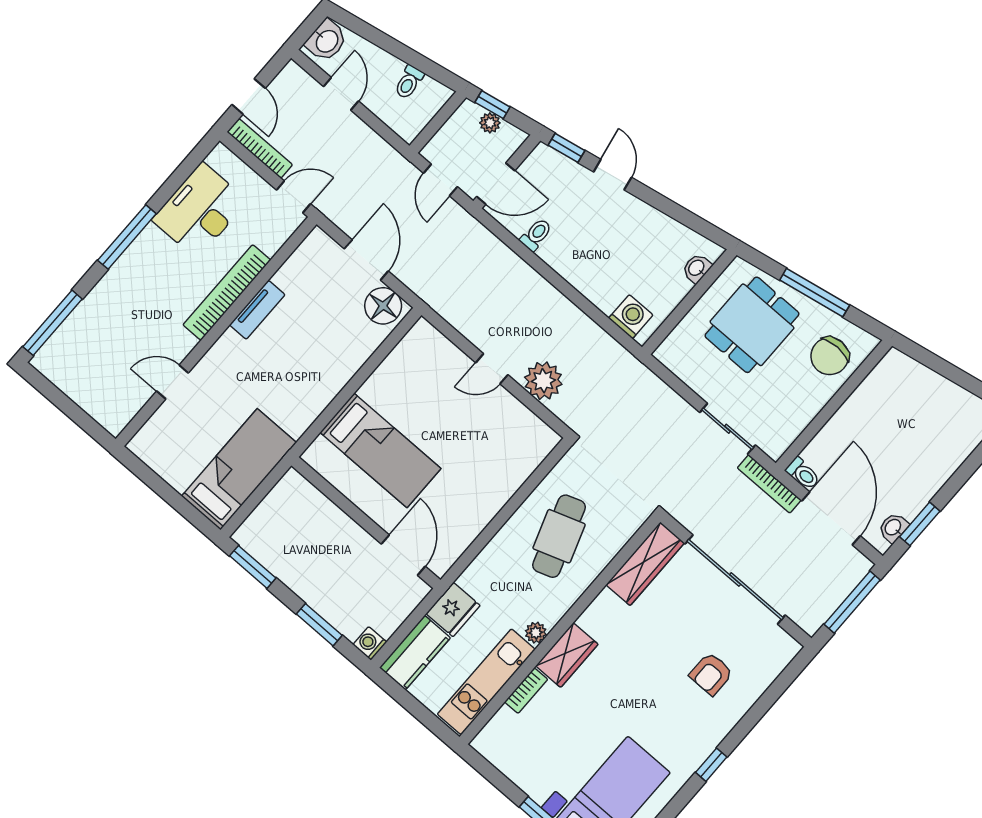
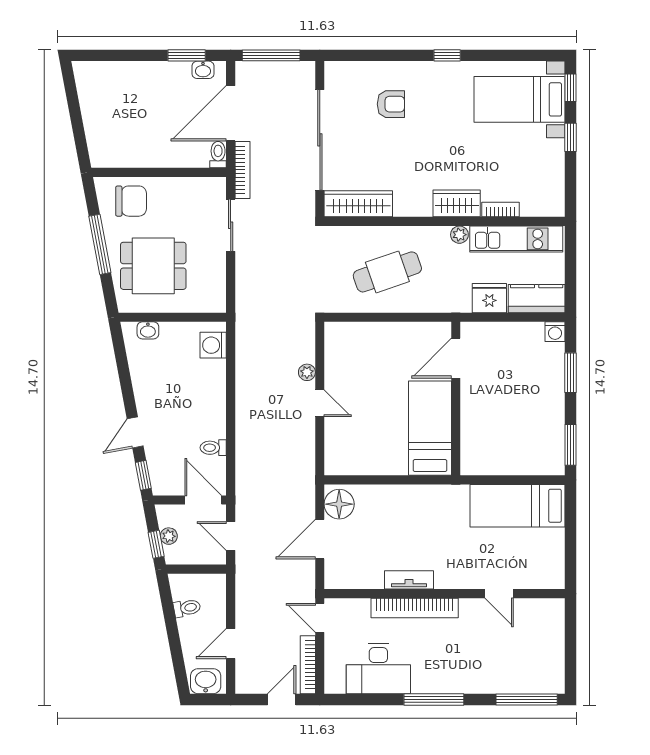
door: (440, 180) -> (231, 536), swing flipped
plant: (543, 381) -> (307, 372), width x0.53, depth x0.53
wall: (366, 523) -> (456, 399), moved
door: (403, 555) -> (456, 358), moved

